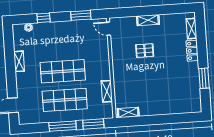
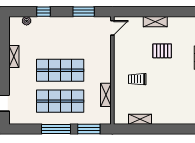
door: (109, 29) -> (112, 28), swing flipped
pallet: (145, 51) -> (162, 51), moved
trolley: (135, 75) -> (137, 79), added
shelving: (128, 112) -> (140, 119), moved

